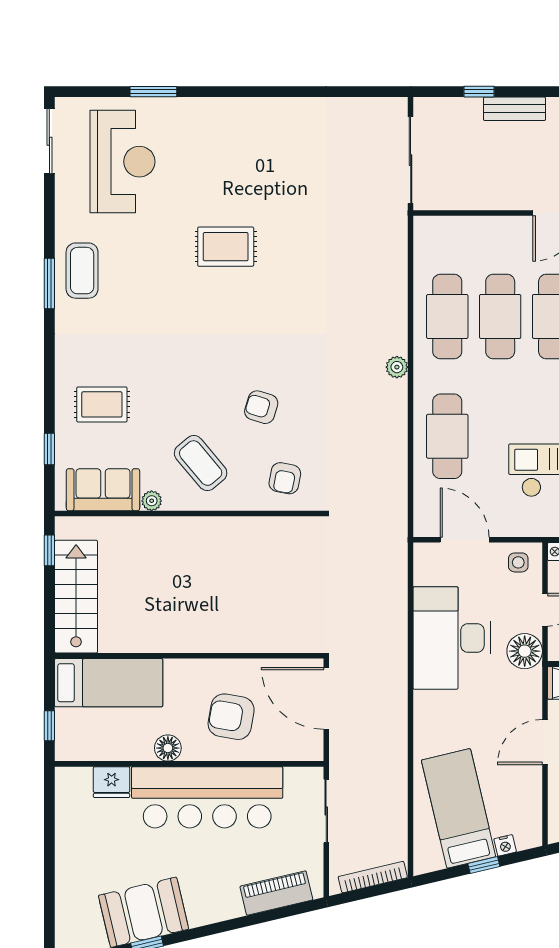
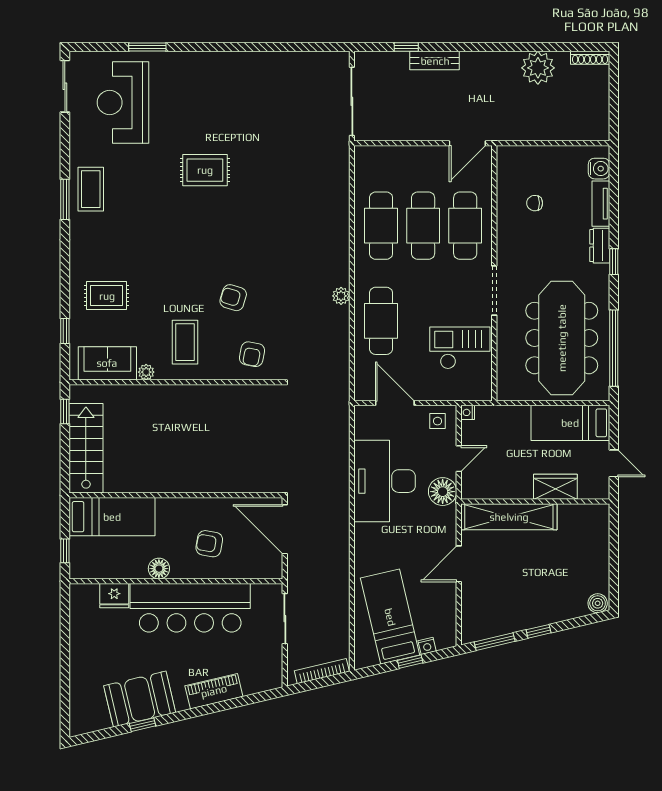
reception desk: (123, 162) -> (123, 103), turned 180
plant: (397, 367) -> (341, 296), moved
coffee table: (201, 463) -> (185, 342), turned 40
armchair: (231, 717) -> (209, 544), width x0.72, depth x0.72
piano: (276, 893) -> (214, 691), moved

